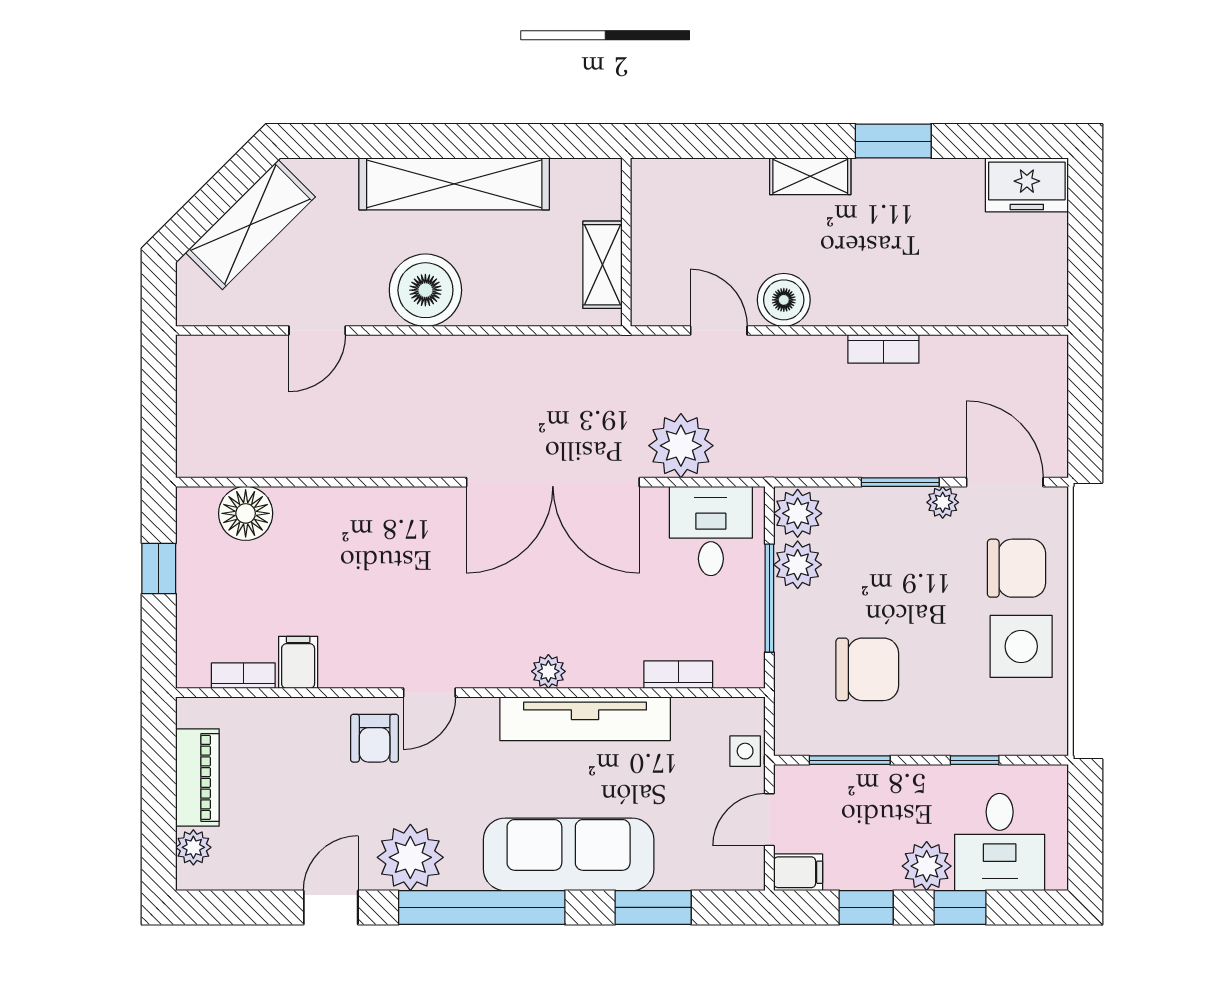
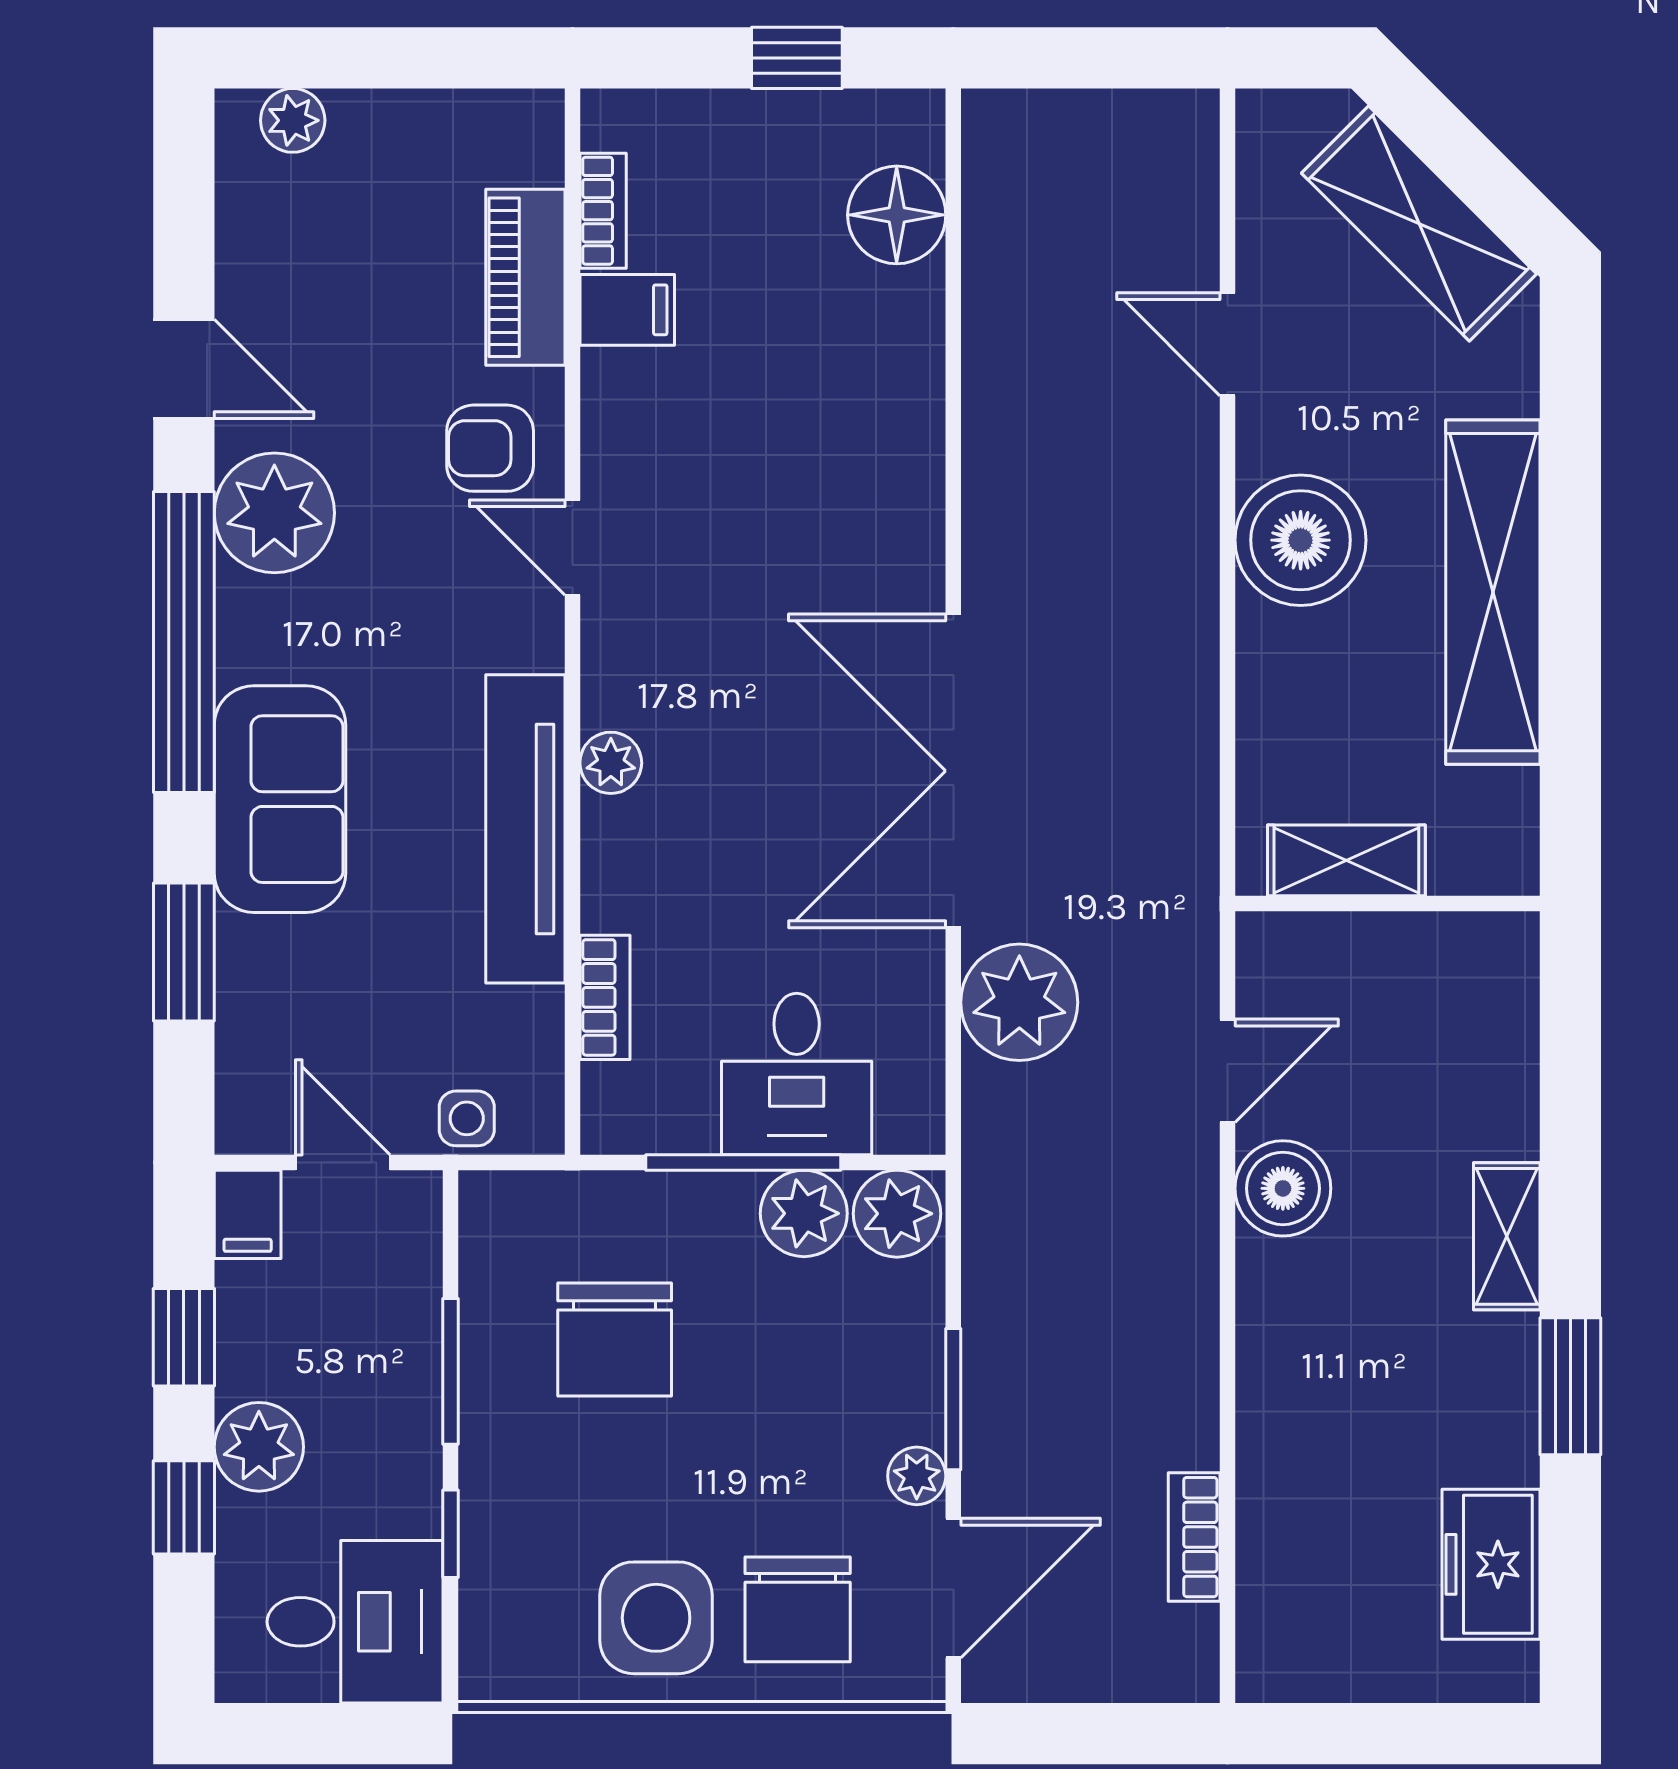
freezer: (1027, 185) -> (1491, 1564), moved
bookcase: (883, 349) -> (1194, 1537), moved
desk: (711, 531) -> (797, 1074), moved, turned 90
window: (850, 760) -> (451, 1371), moved
piano: (197, 777) -> (525, 277), moved, turned 90
desk: (1000, 842) -> (355, 1622), moved, turned 180
sofa: (569, 854) -> (280, 799), width x0.73

